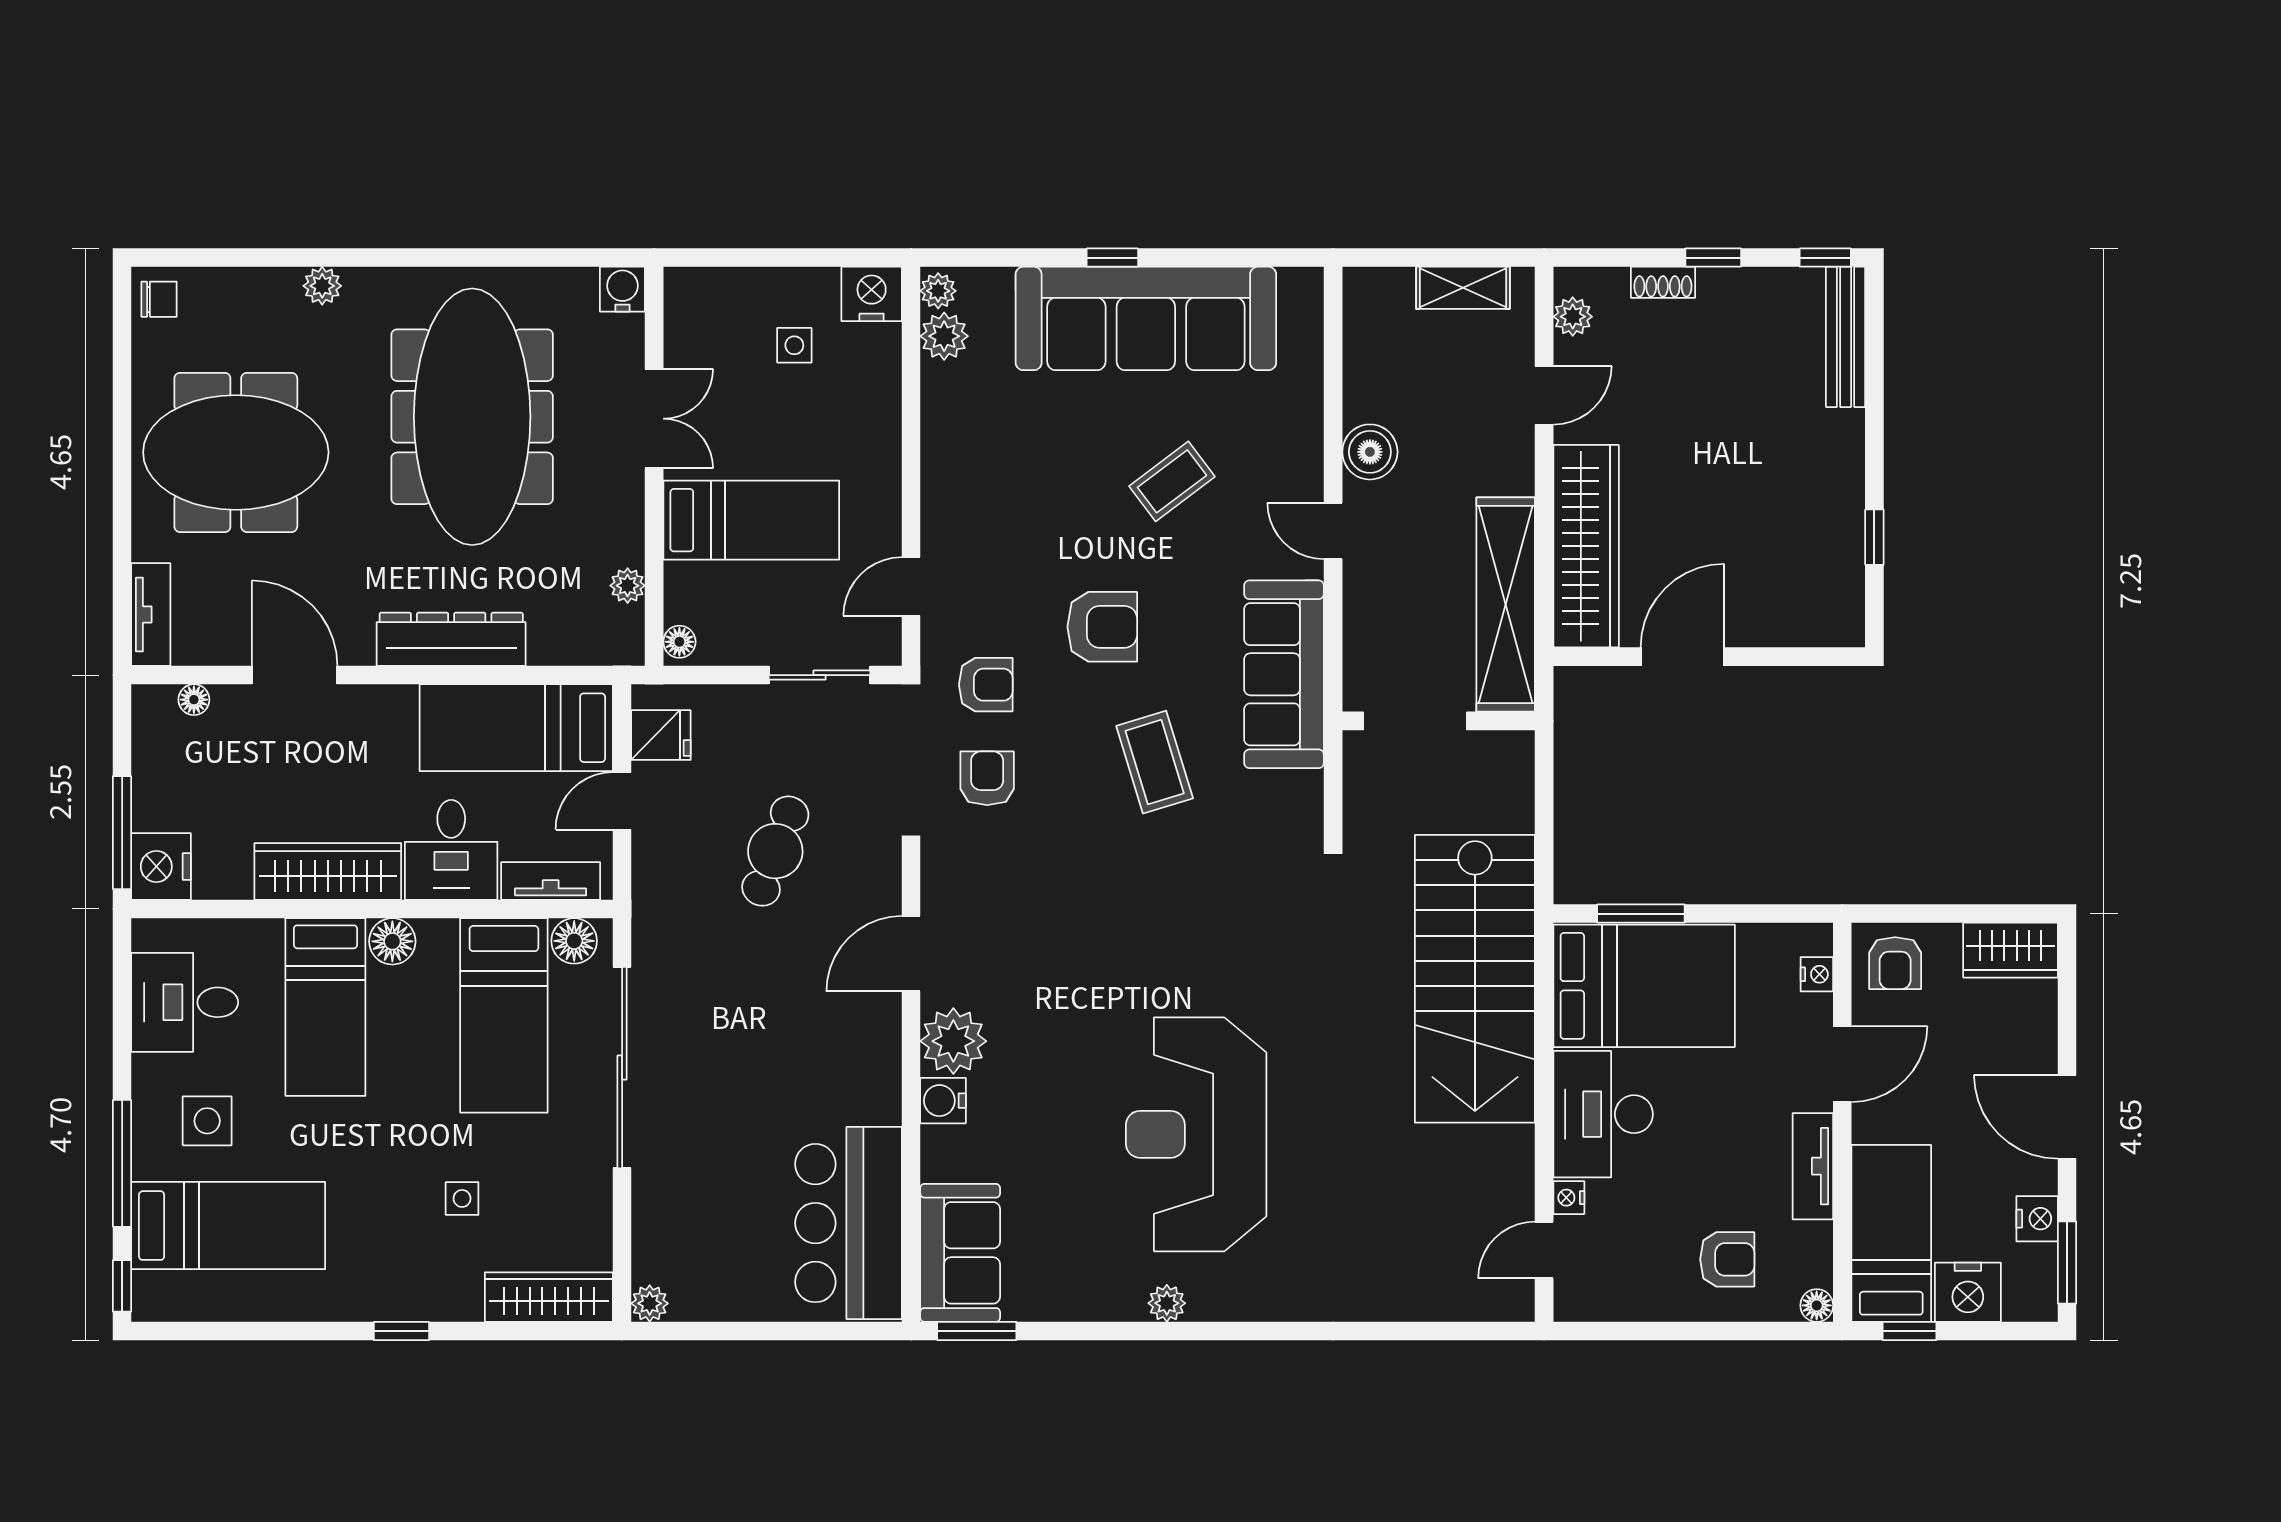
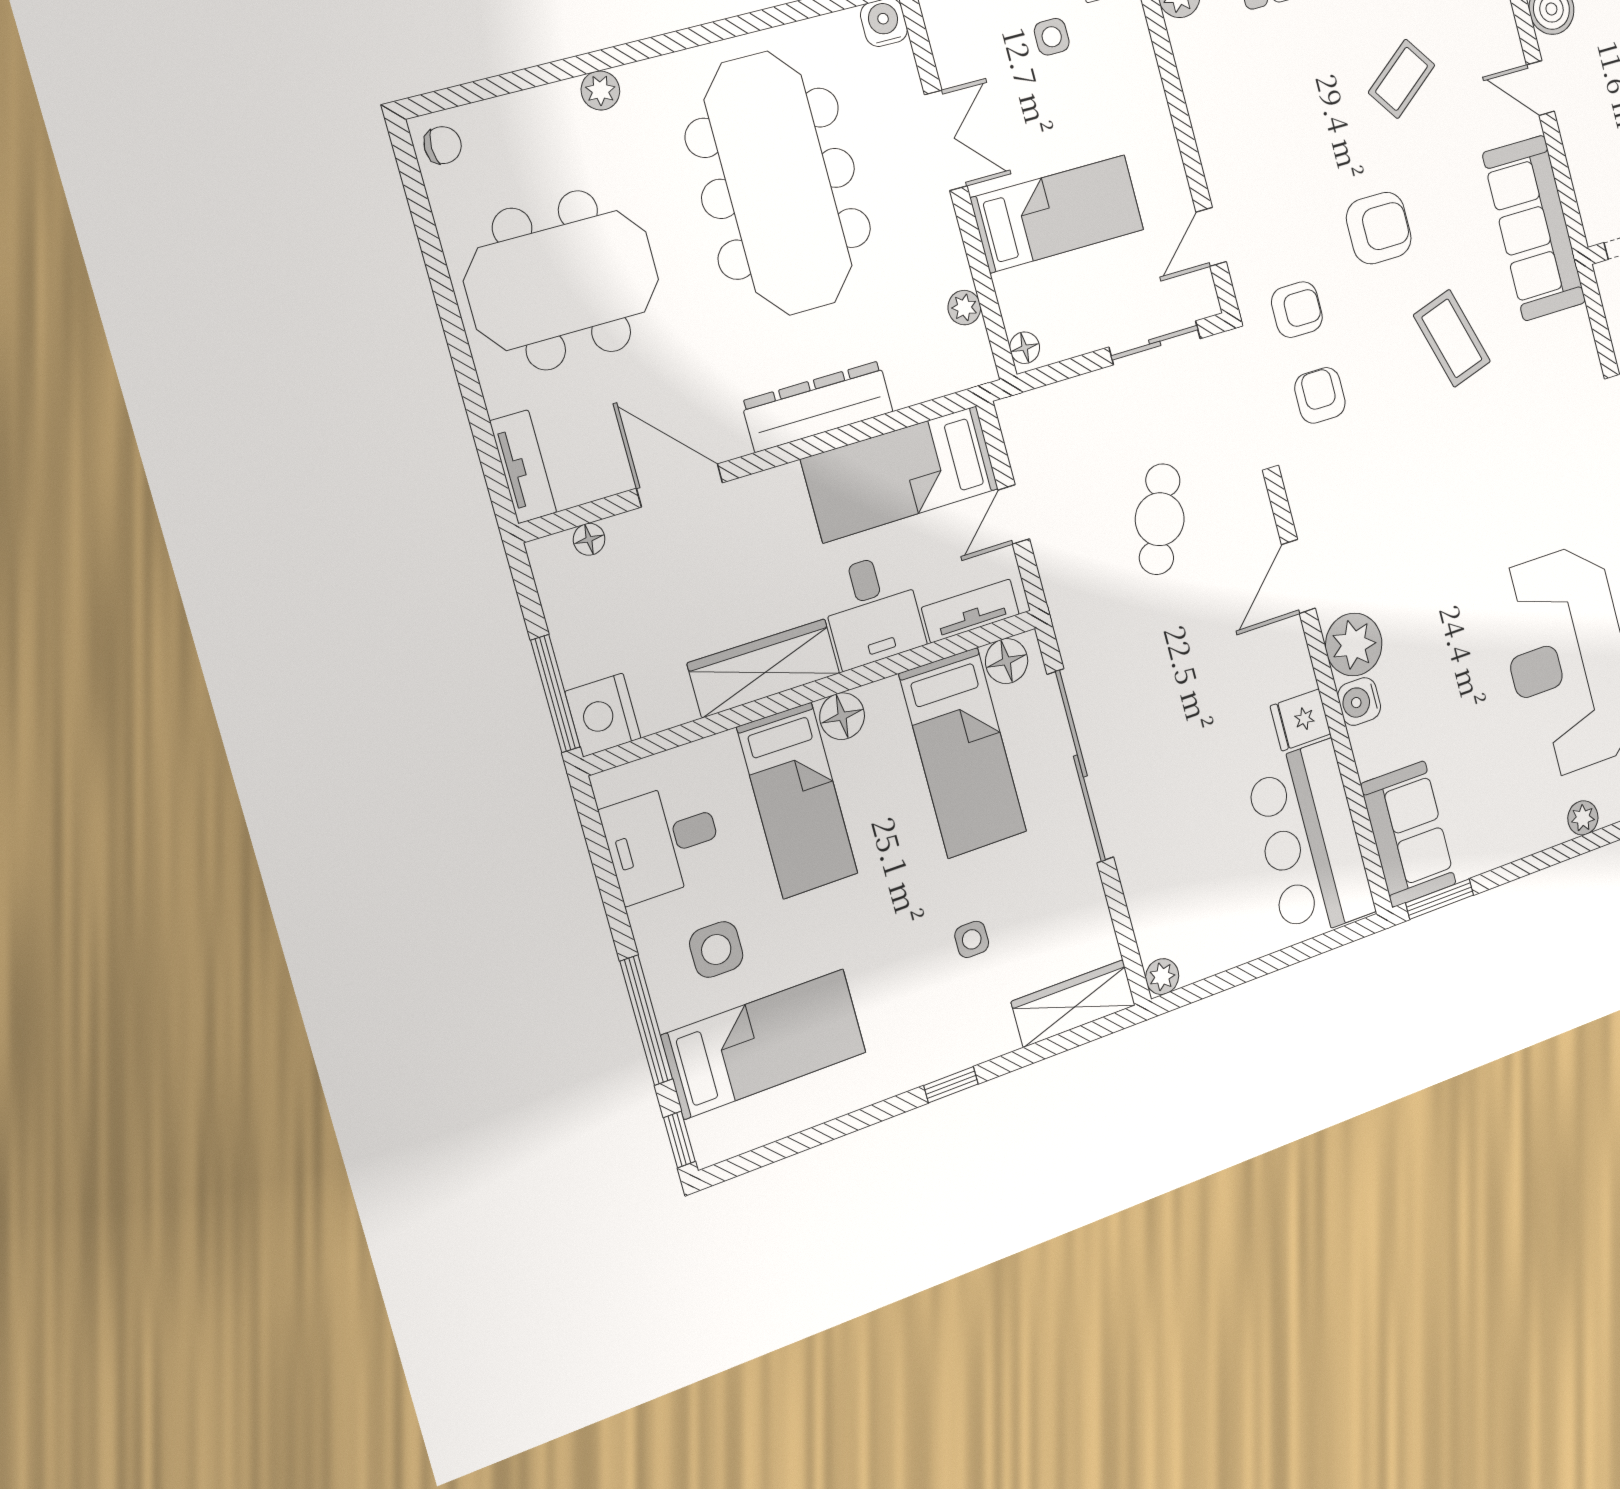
fridge: (661, 735) -> (1300, 720), moved, turned 180

